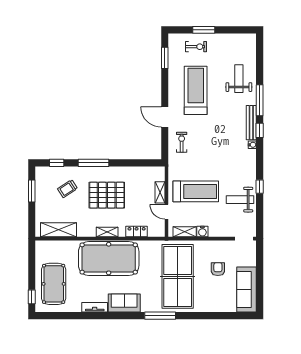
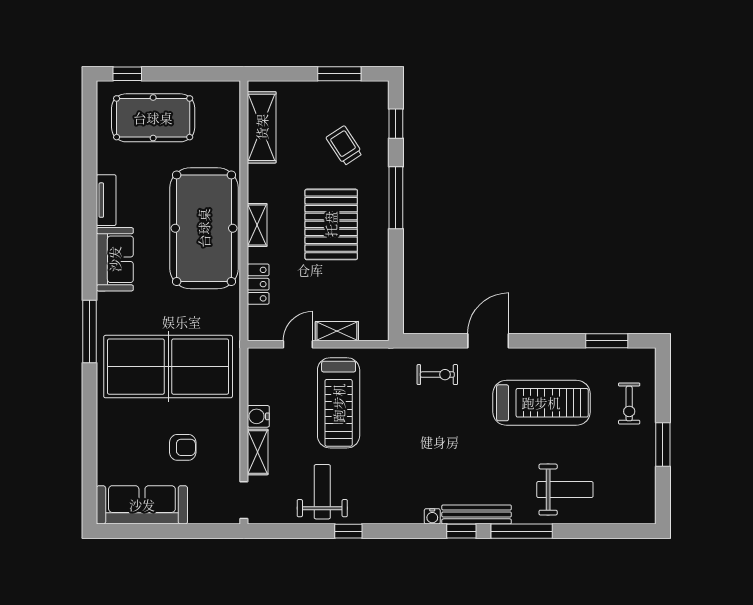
window: (204, 30) -> (663, 445), moved
shelving: (185, 232) -> (258, 452), moved

